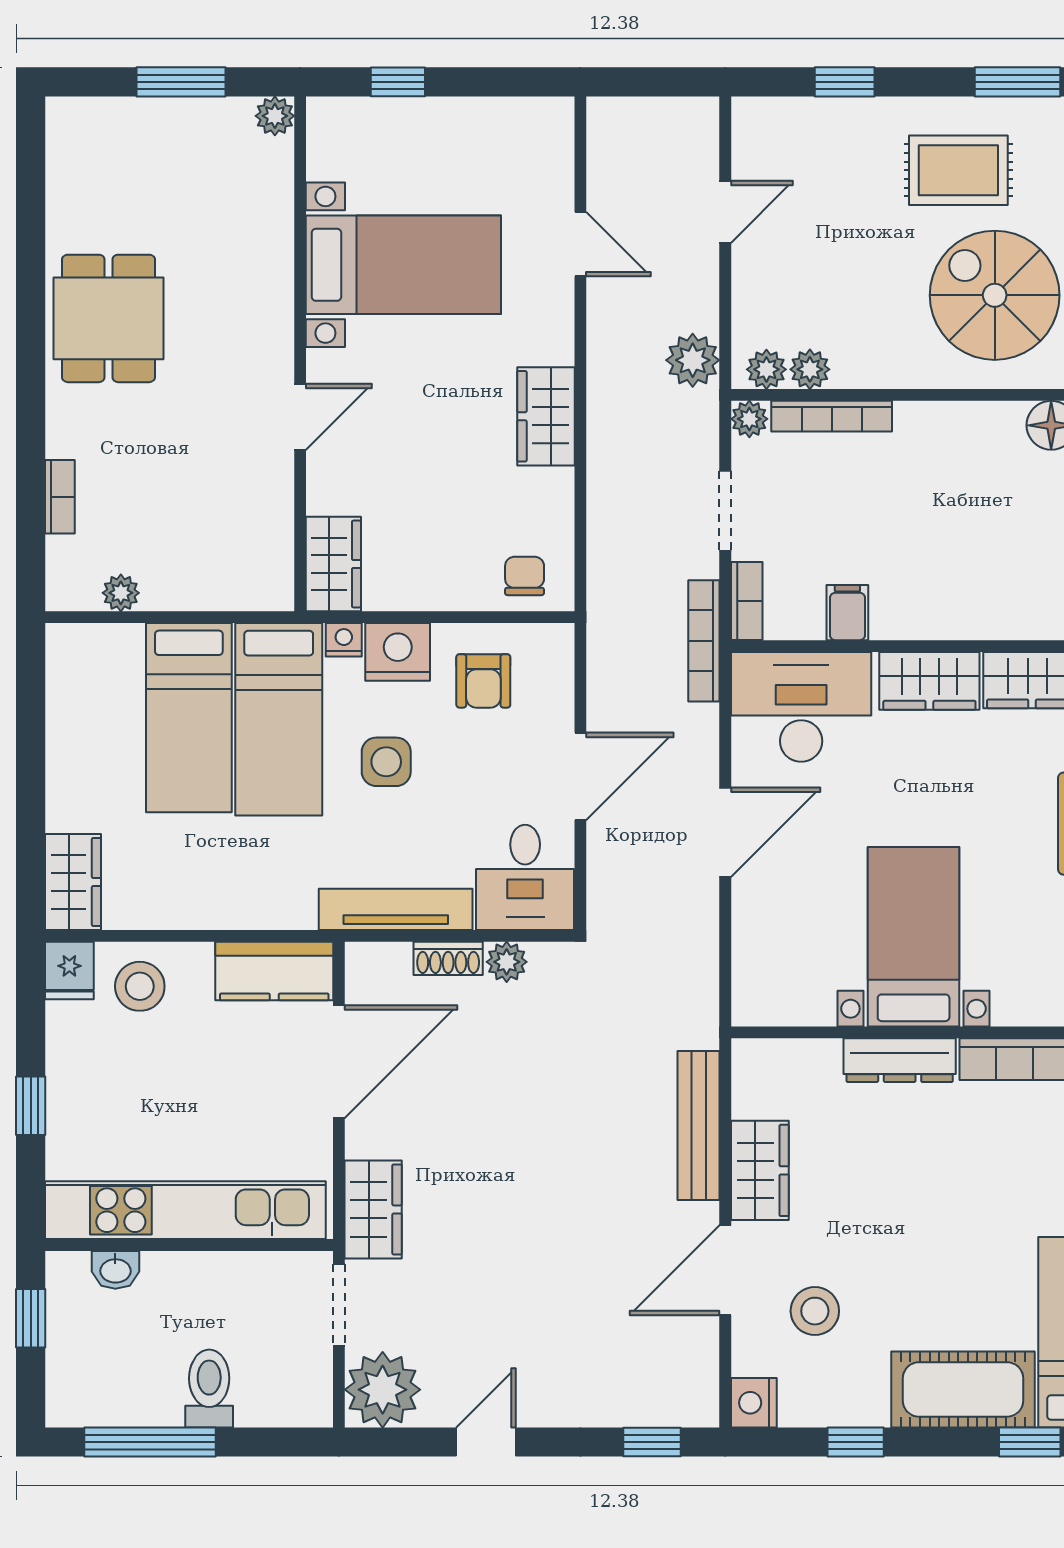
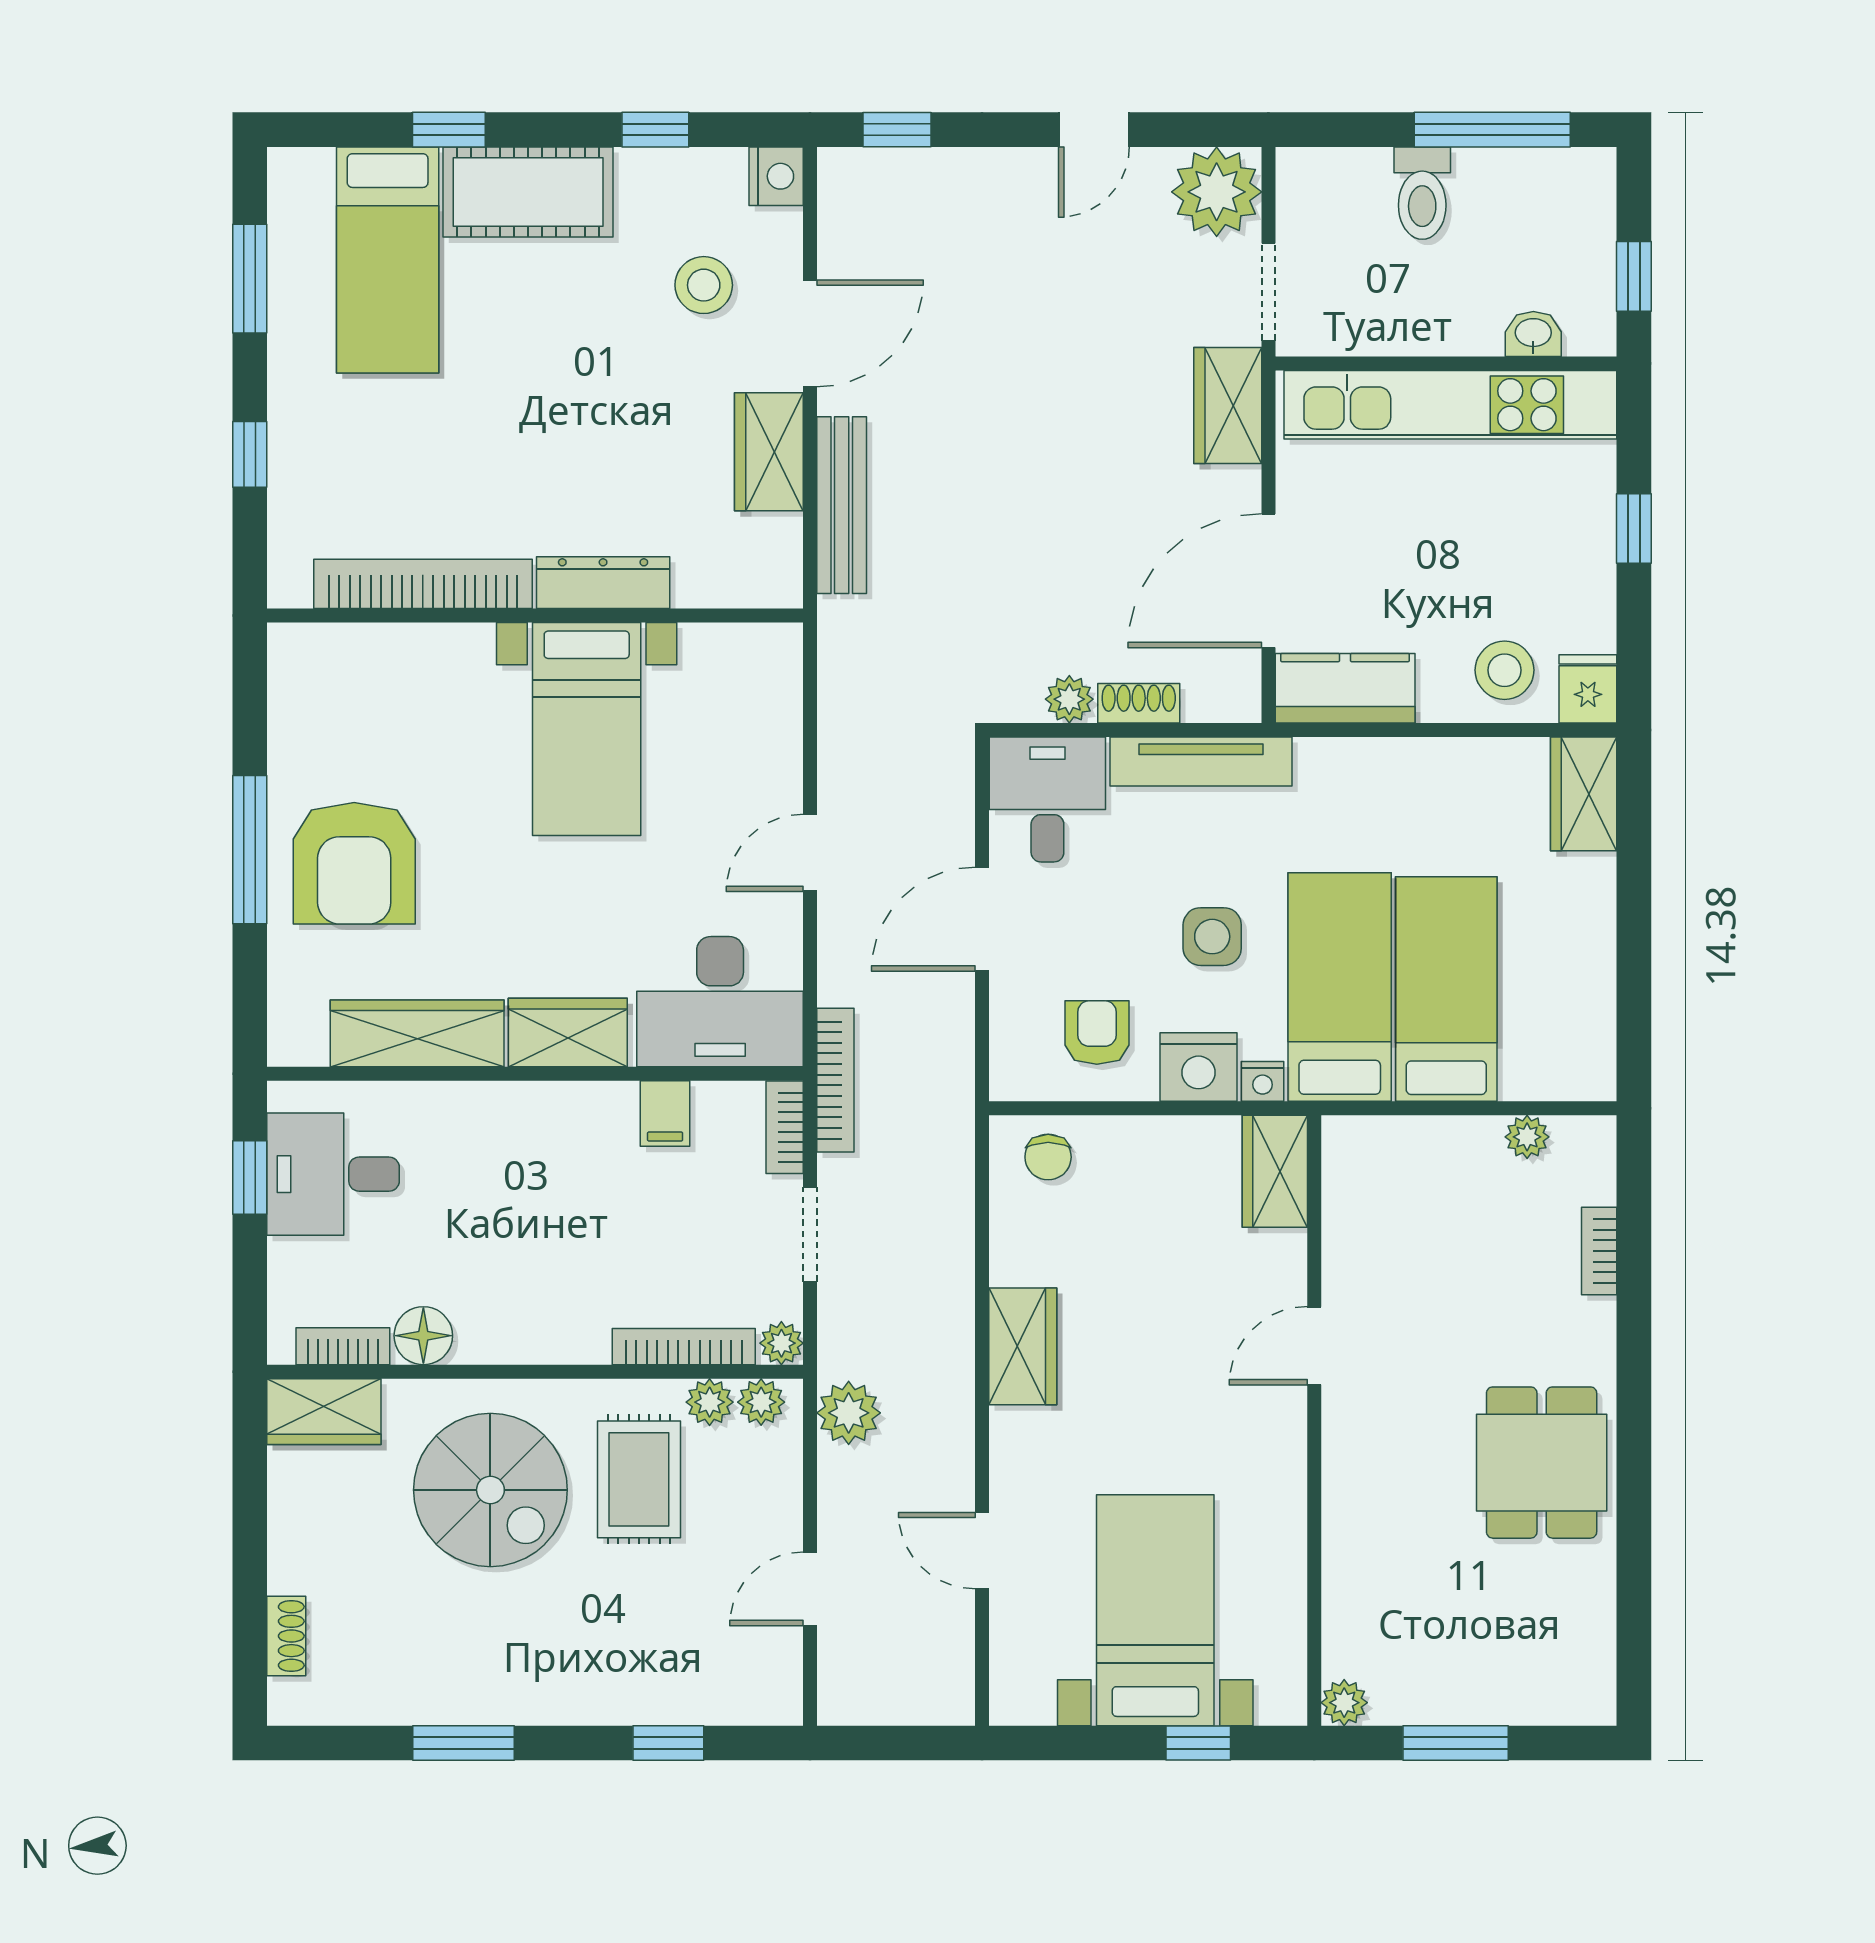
rug: (958, 170) -> (639, 1479), moved, turned 90
bed with nightstands: (403, 265) -> (1155, 1610), moved, turned 90
door: (725, 832) -> (810, 853), width x0.73

